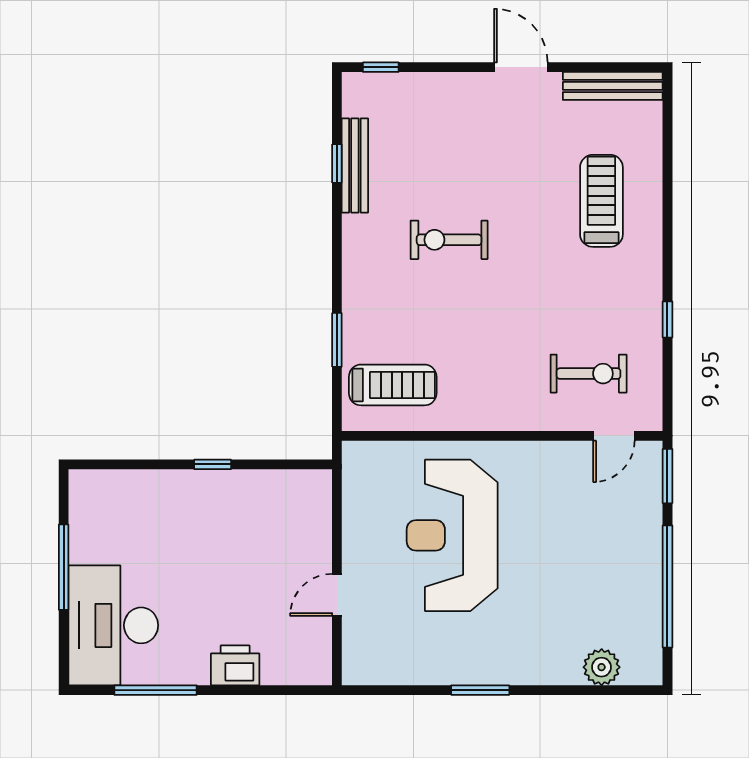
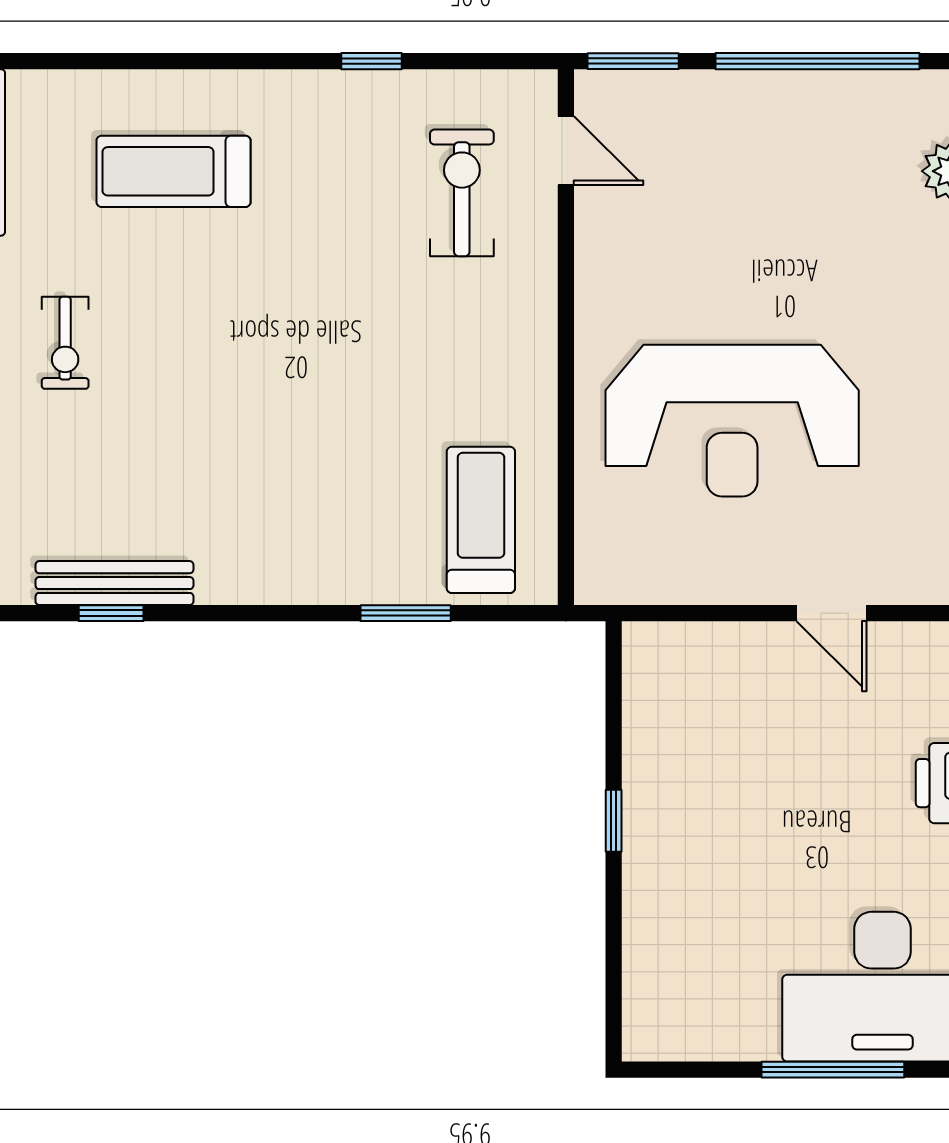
exercise bike: (449, 240) -> (65, 343), moved, width x0.73, depth x0.72
window: (64, 567) -> (833, 1070), moved

